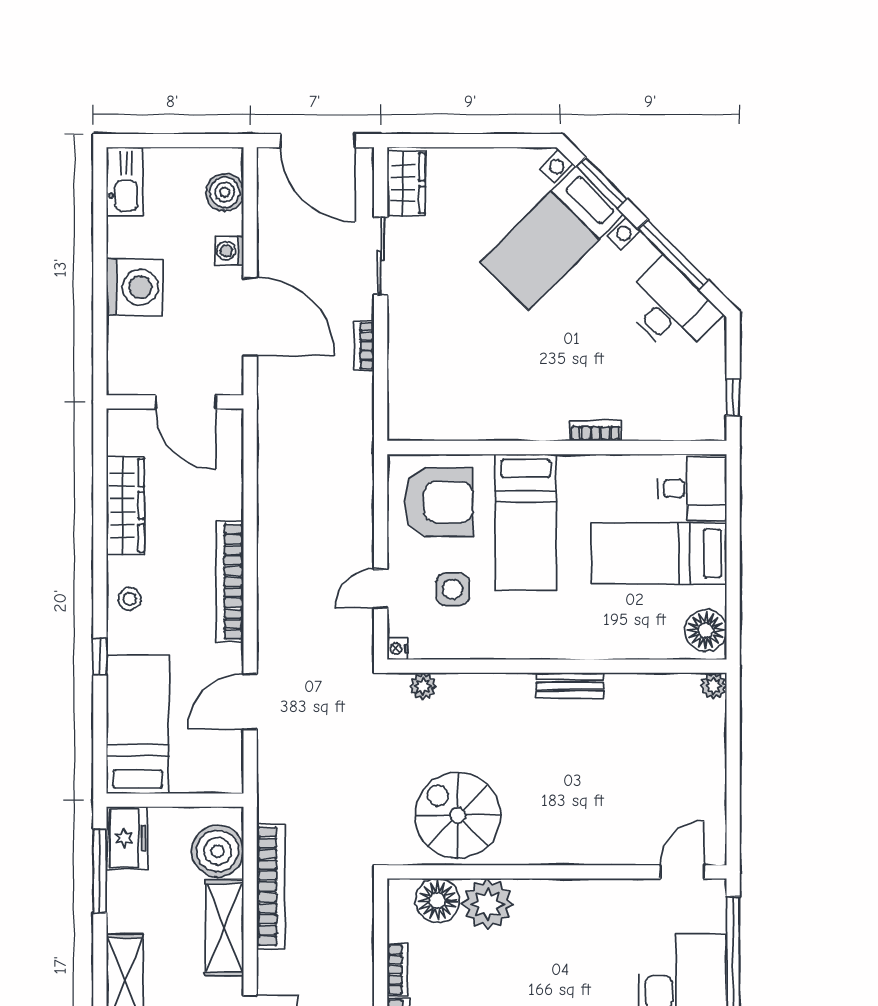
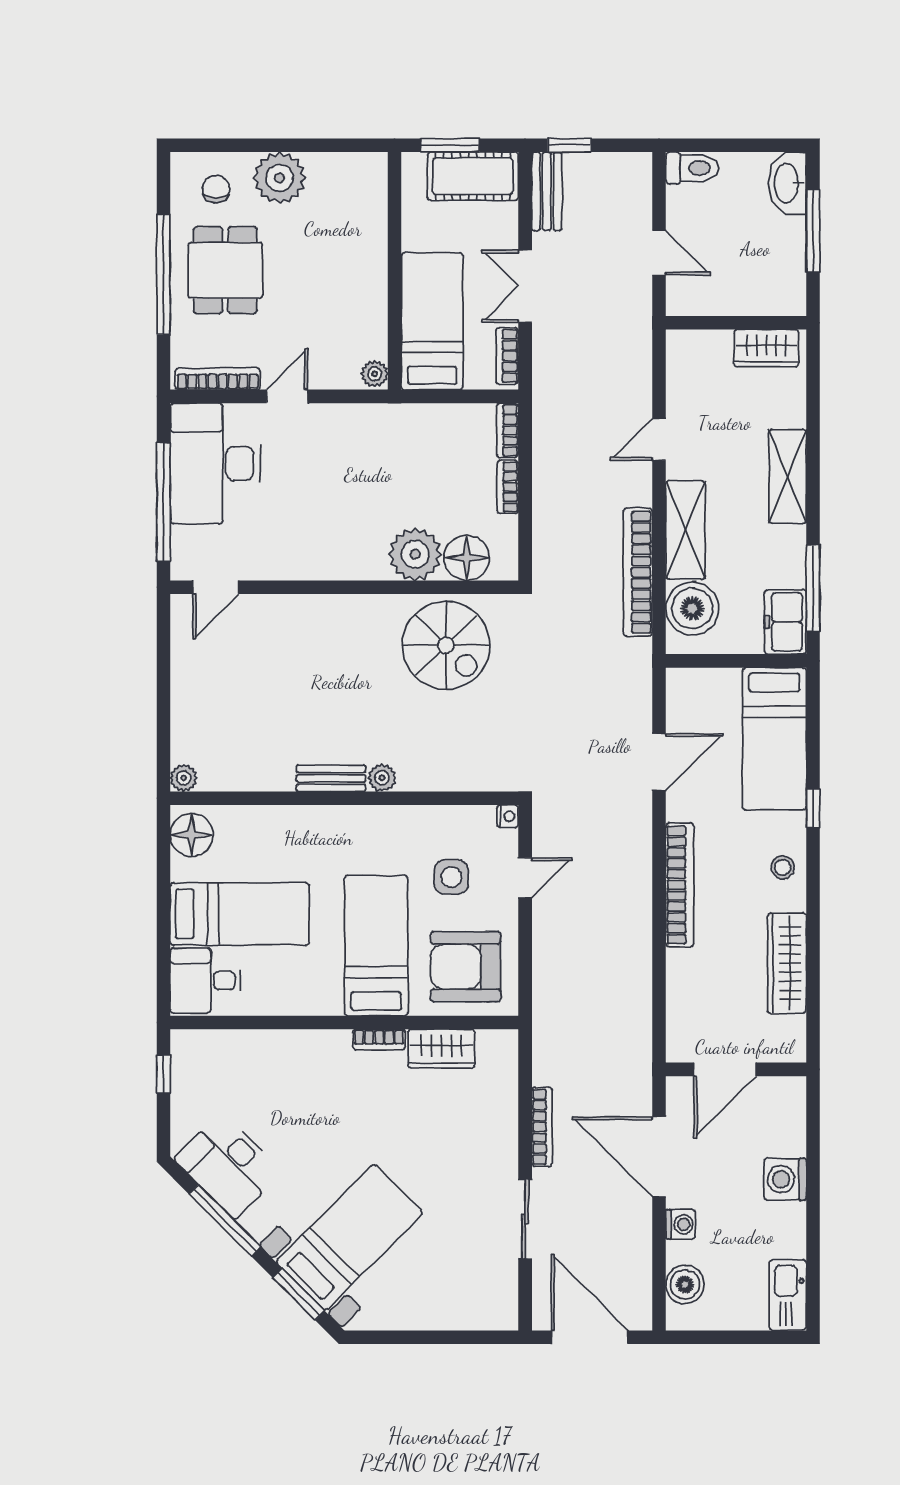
wardrobe: (406, 183) -> (441, 1049), moved, turned -90
washing machine: (135, 287) -> (785, 1179), width x0.73, depth x0.73
bookcase: (364, 346) -> (542, 1127), width x1.56
door: (186, 402) -> (725, 1069), swing flipped
bookcase: (596, 431) -> (379, 1040), moved
plant: (423, 686) -> (382, 778), moved

